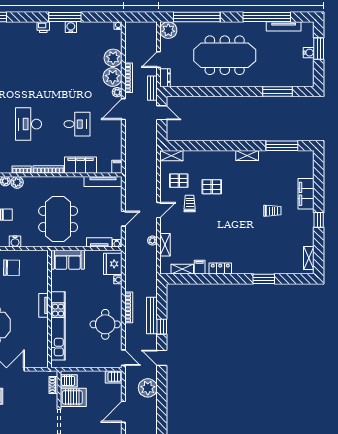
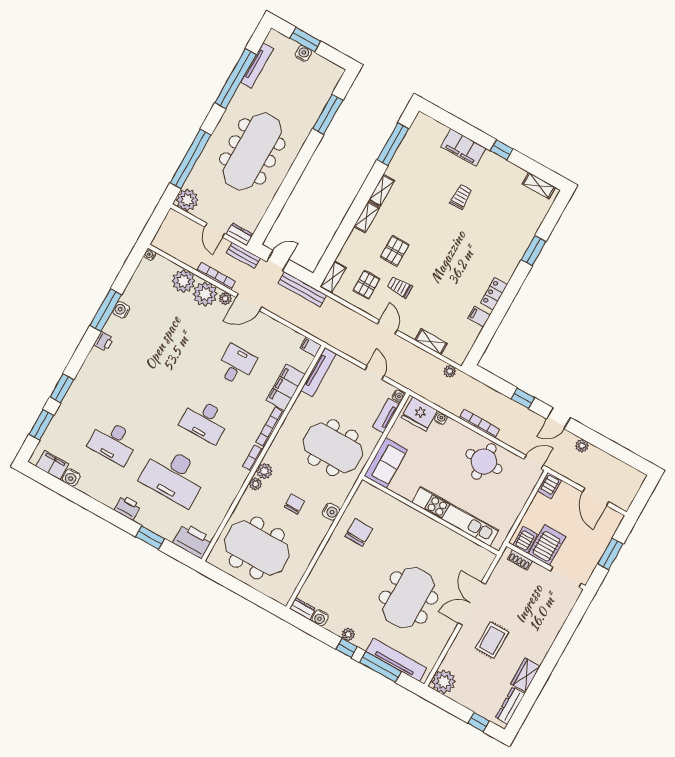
door: (123, 109) -> (249, 302), hinge flipped
plant: (152, 241) -> (450, 371), moved
shelving: (182, 269) -> (367, 217), moved
tv unit: (44, 305) -> (423, 520), removed
bench: (152, 315) -> (302, 289), moved
plant: (148, 388) -> (582, 446), width x0.53, depth x0.53

